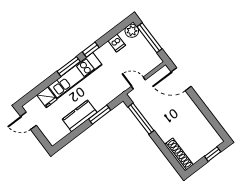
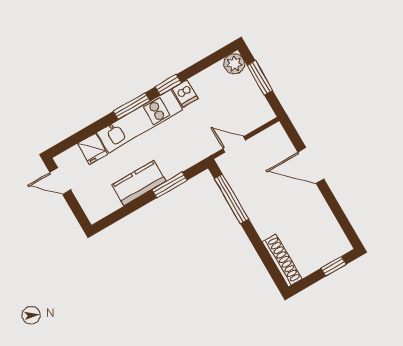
window: (150, 38) -> (260, 78), width x0.69
dishwasher: (117, 43) -> (185, 93), moved
door: (181, 79) -> (311, 166), moved

